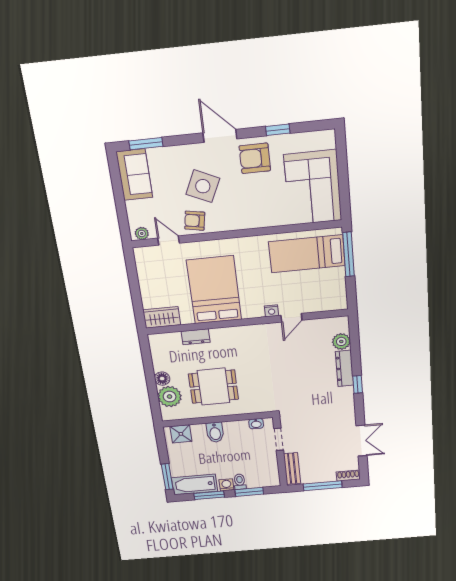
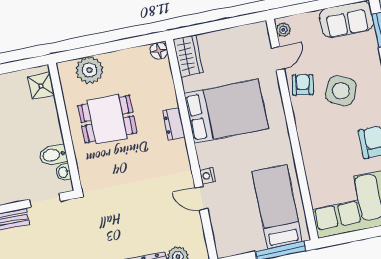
dresser: (196, 337) -> (174, 124), moved
floor lamp: (162, 379) -> (159, 51), moved
dining table: (213, 387) -> (107, 119), turned 90
bidet: (215, 432) -> (53, 155), moved

